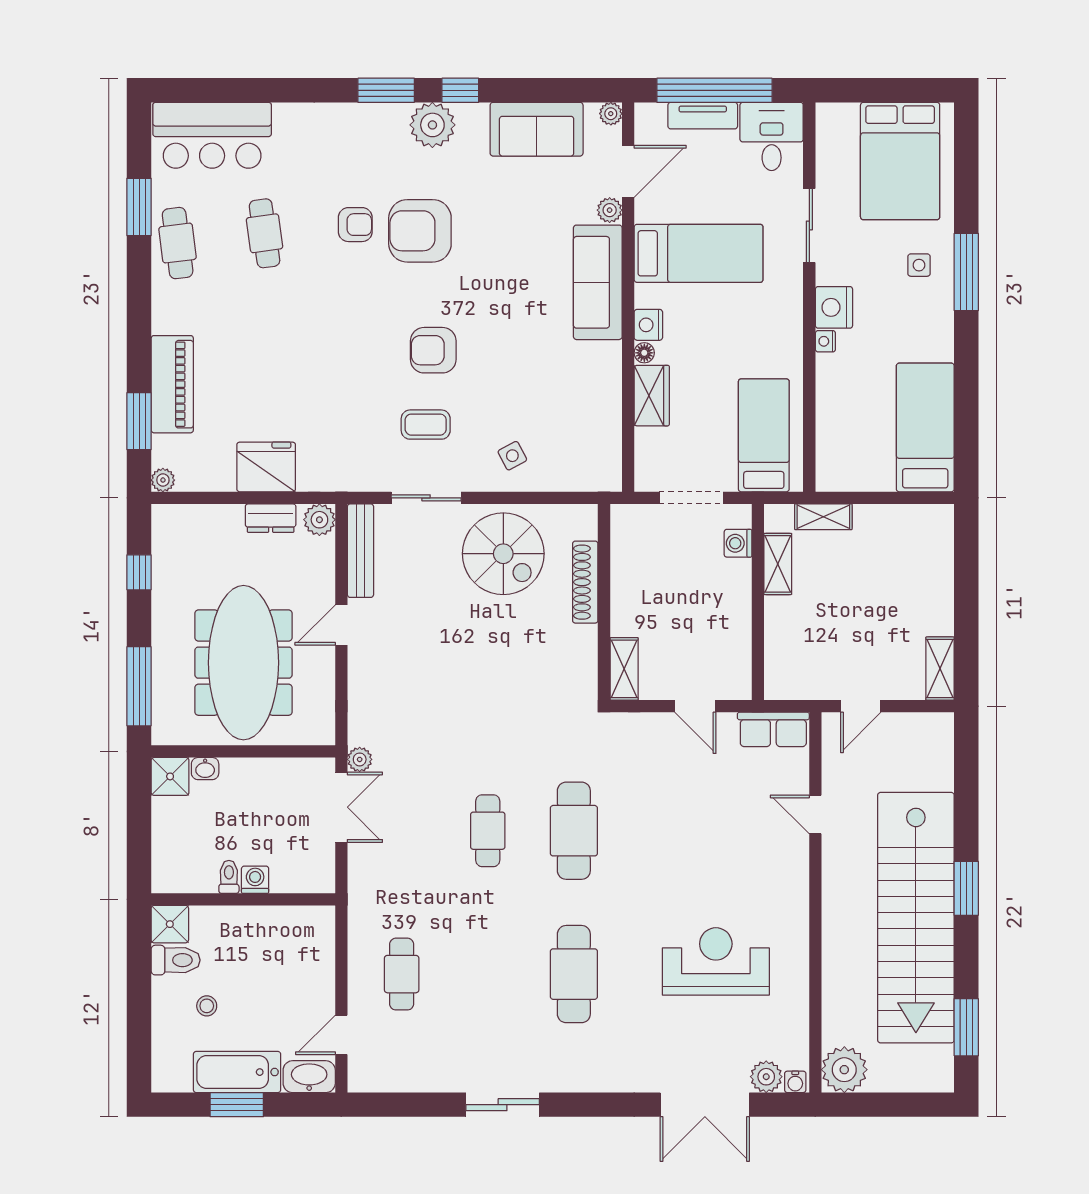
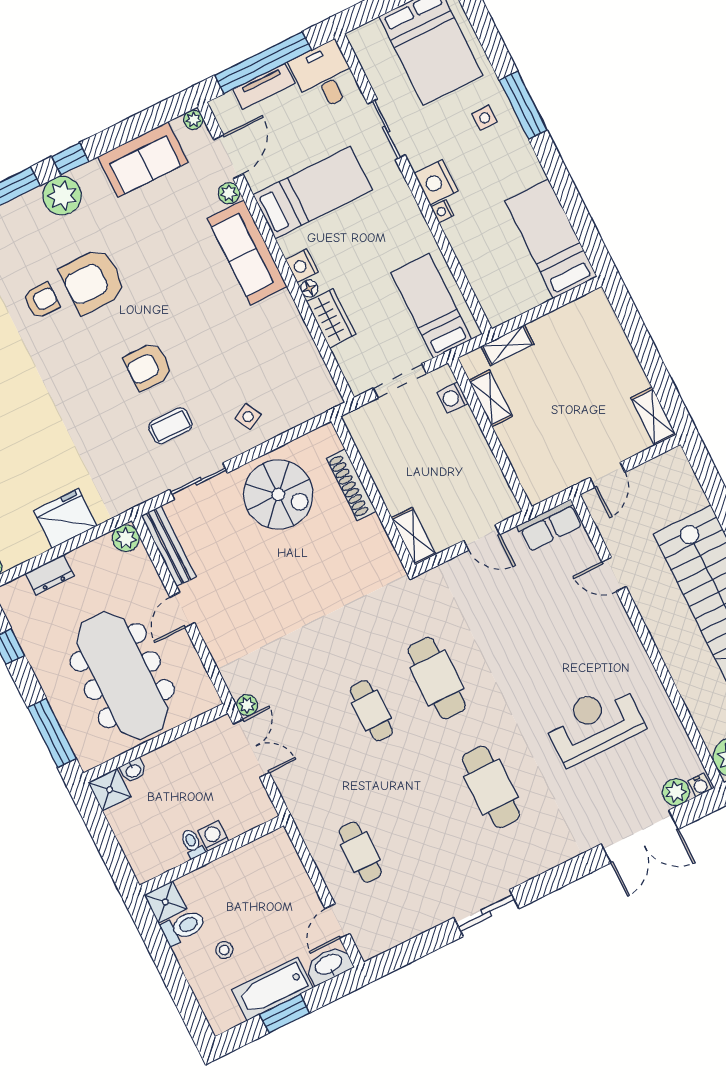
dresser: (271, 518) -> (50, 575), moved

